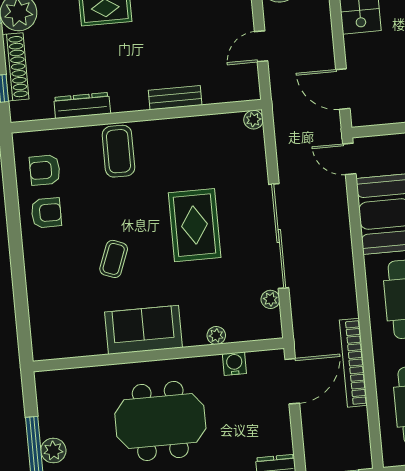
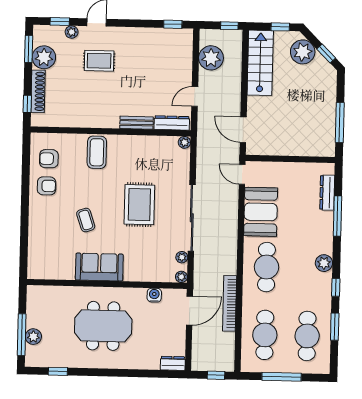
dresser: (82, 105) -> (172, 123), moved
coffee table: (114, 259) -> (86, 220), turned -40
plant: (216, 335) -> (181, 277), moved

